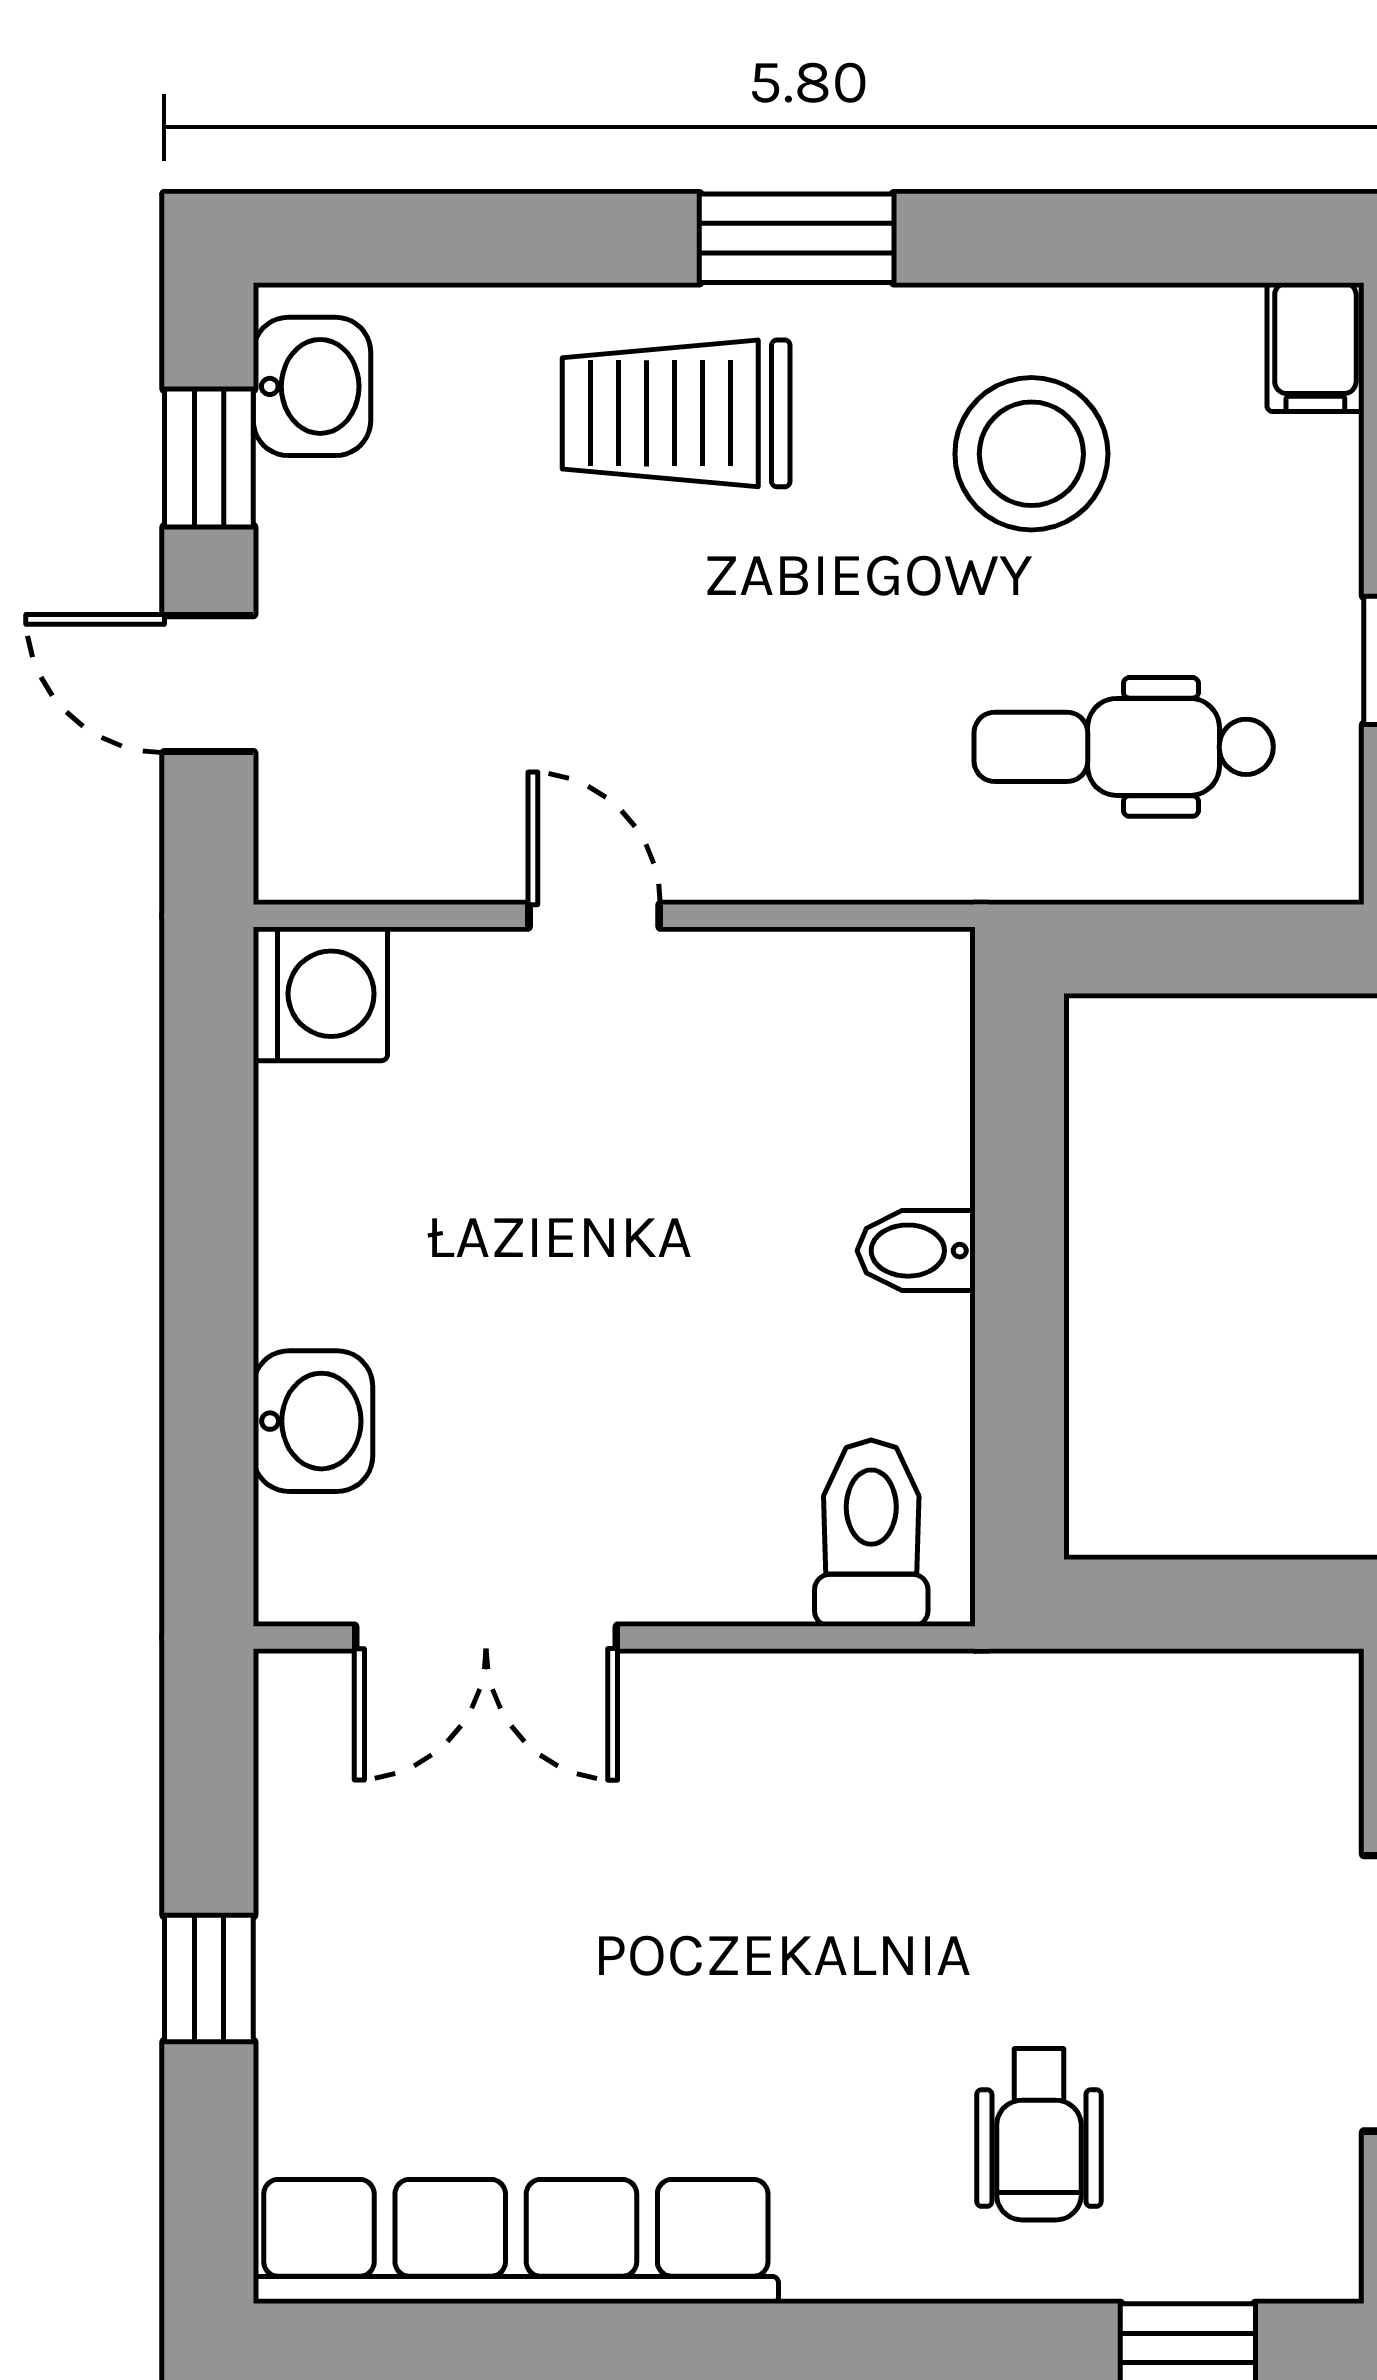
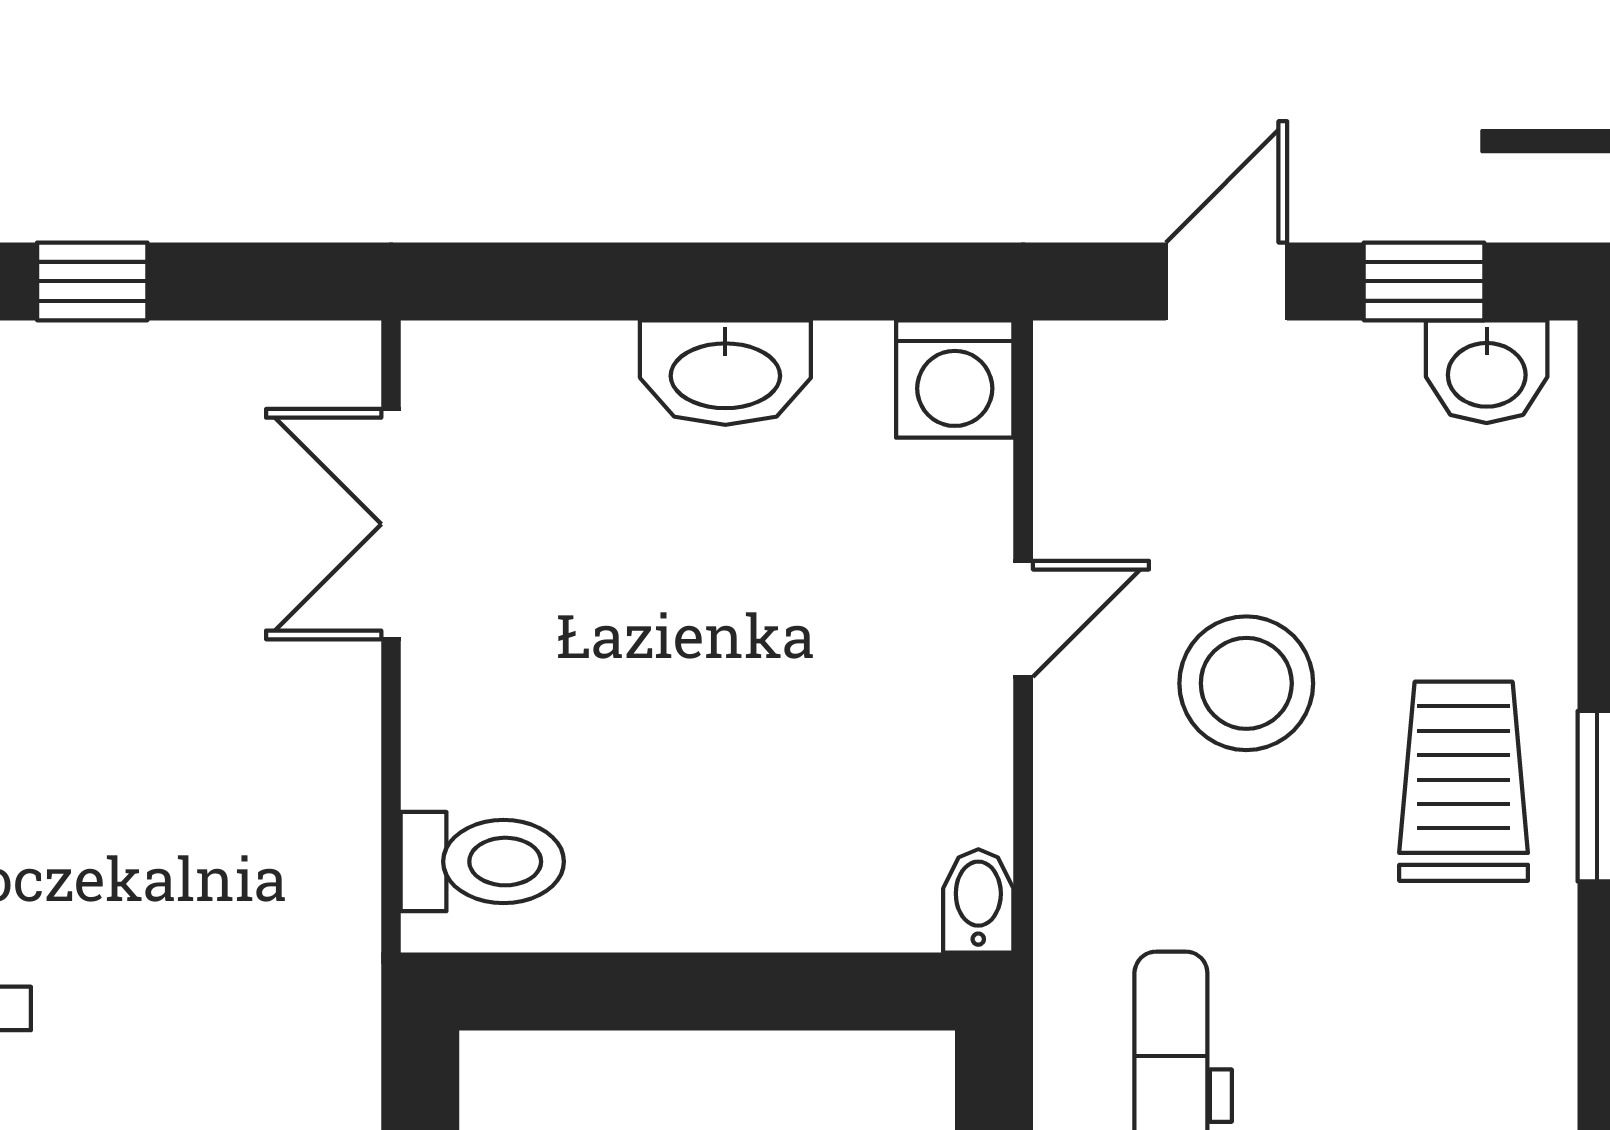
trolley: (676, 413) -> (1464, 781), moved
stool: (1031, 454) -> (1246, 683), moved
bidet: (916, 1251) -> (978, 901), moved
washbasin: (313, 1421) -> (725, 373), moved, width x1.38

